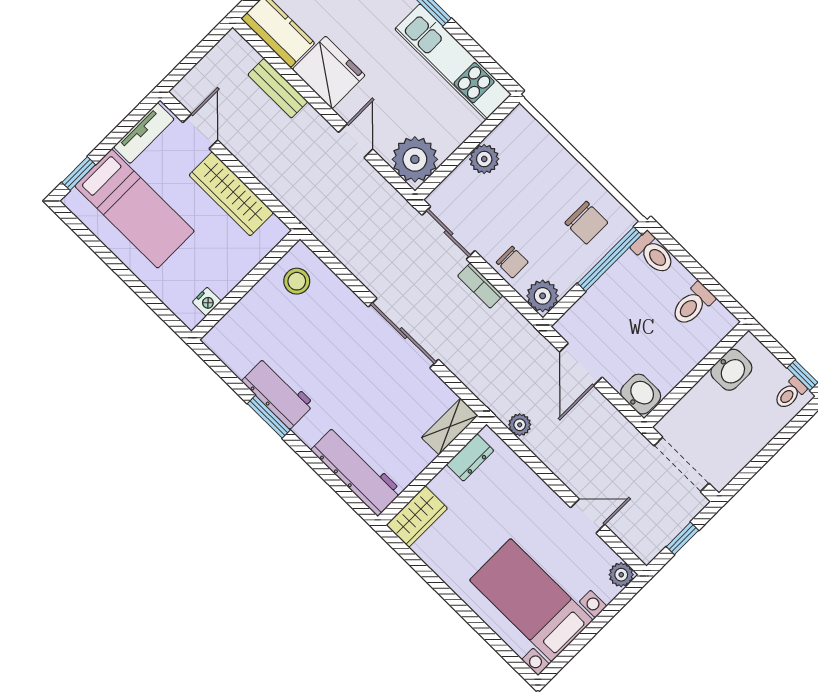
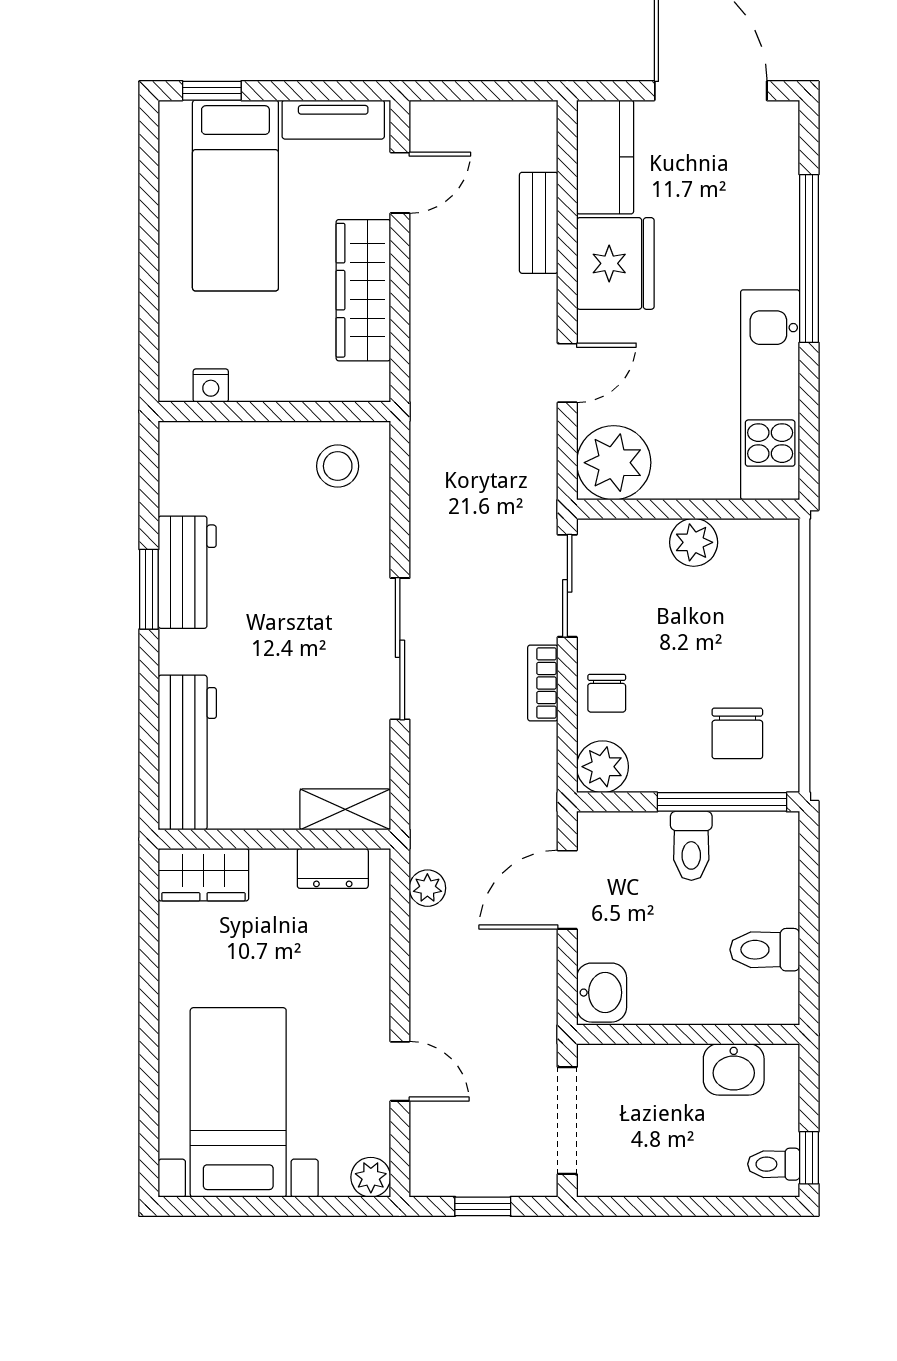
toilet: (653, 253) -> (691, 846), moved

